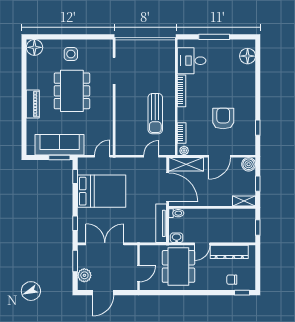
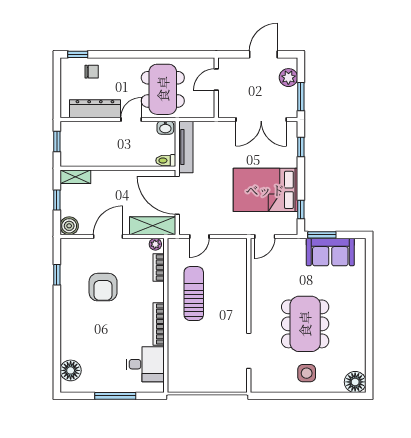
piano: (33, 104) -> (357, 306), removed
sofa: (60, 145) -> (330, 252), width x0.73

